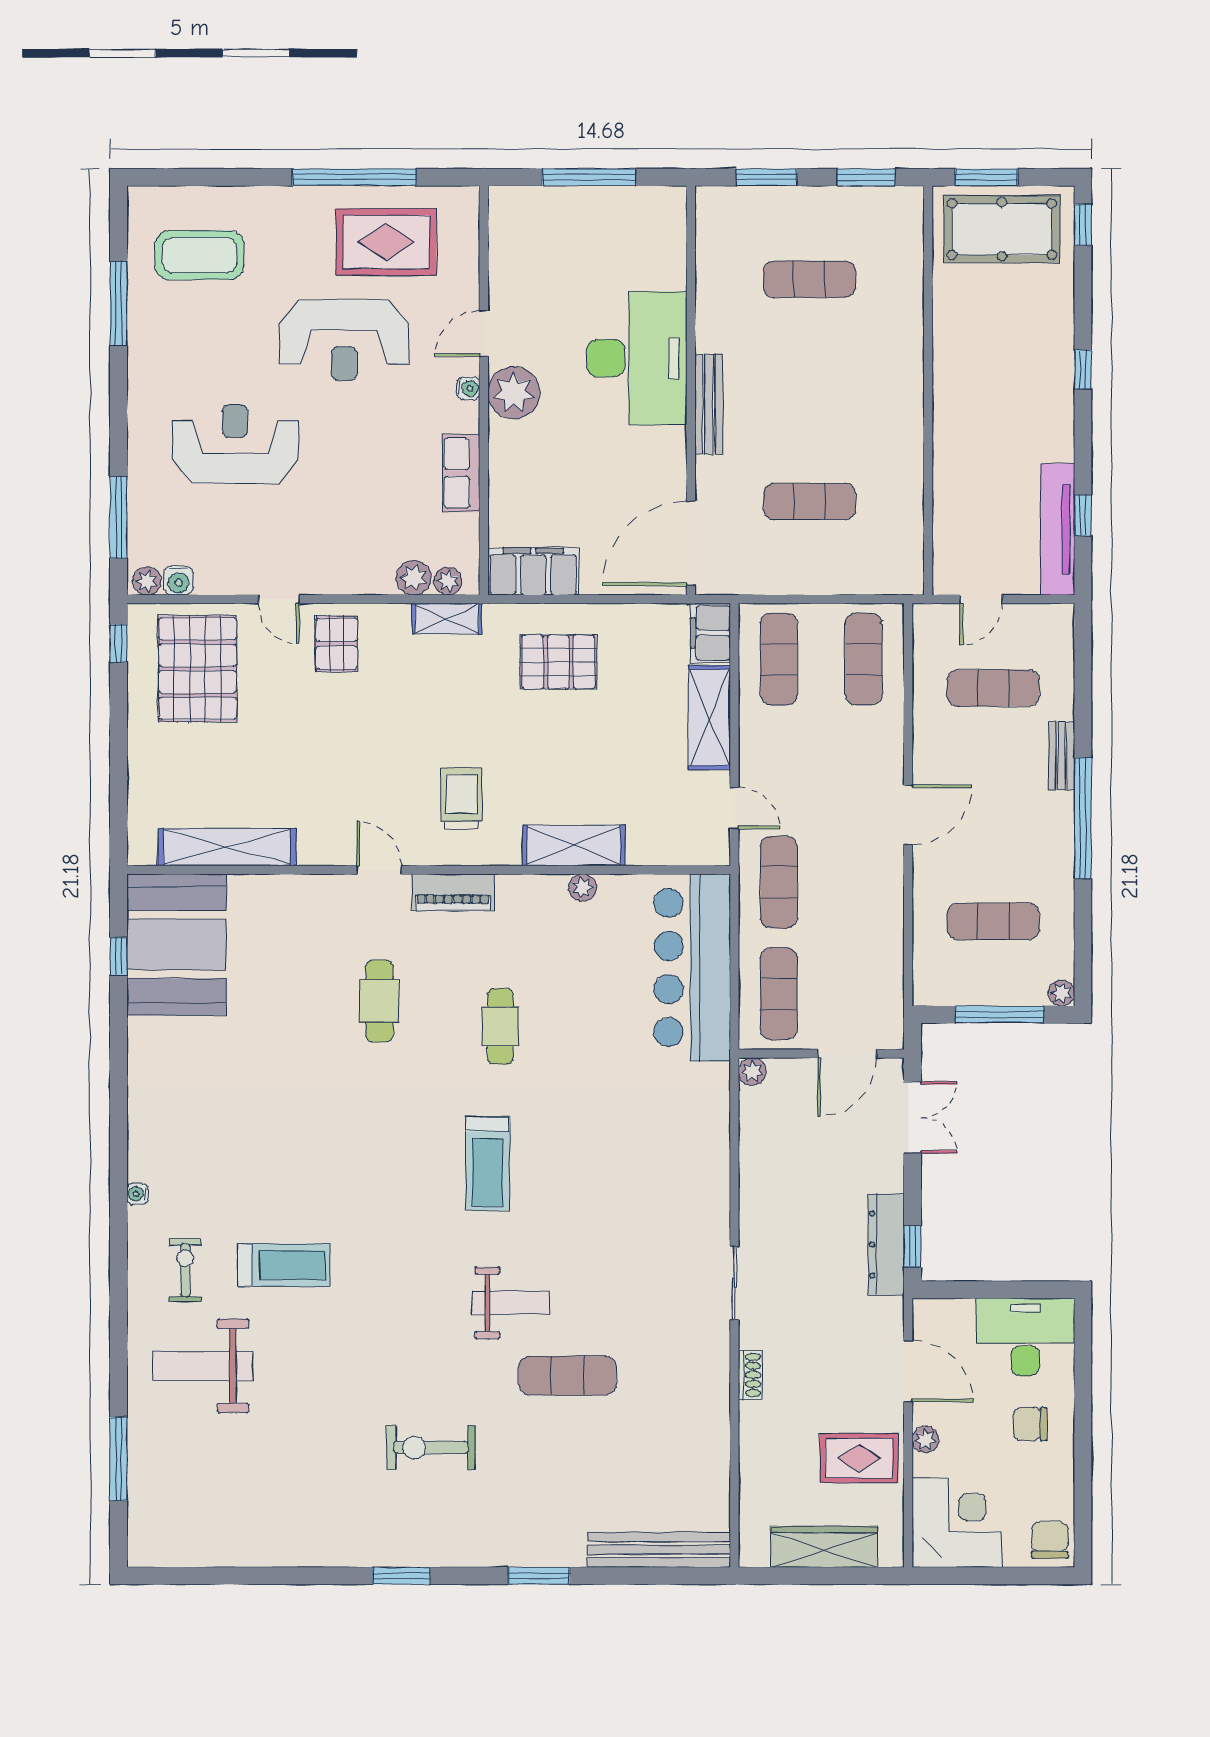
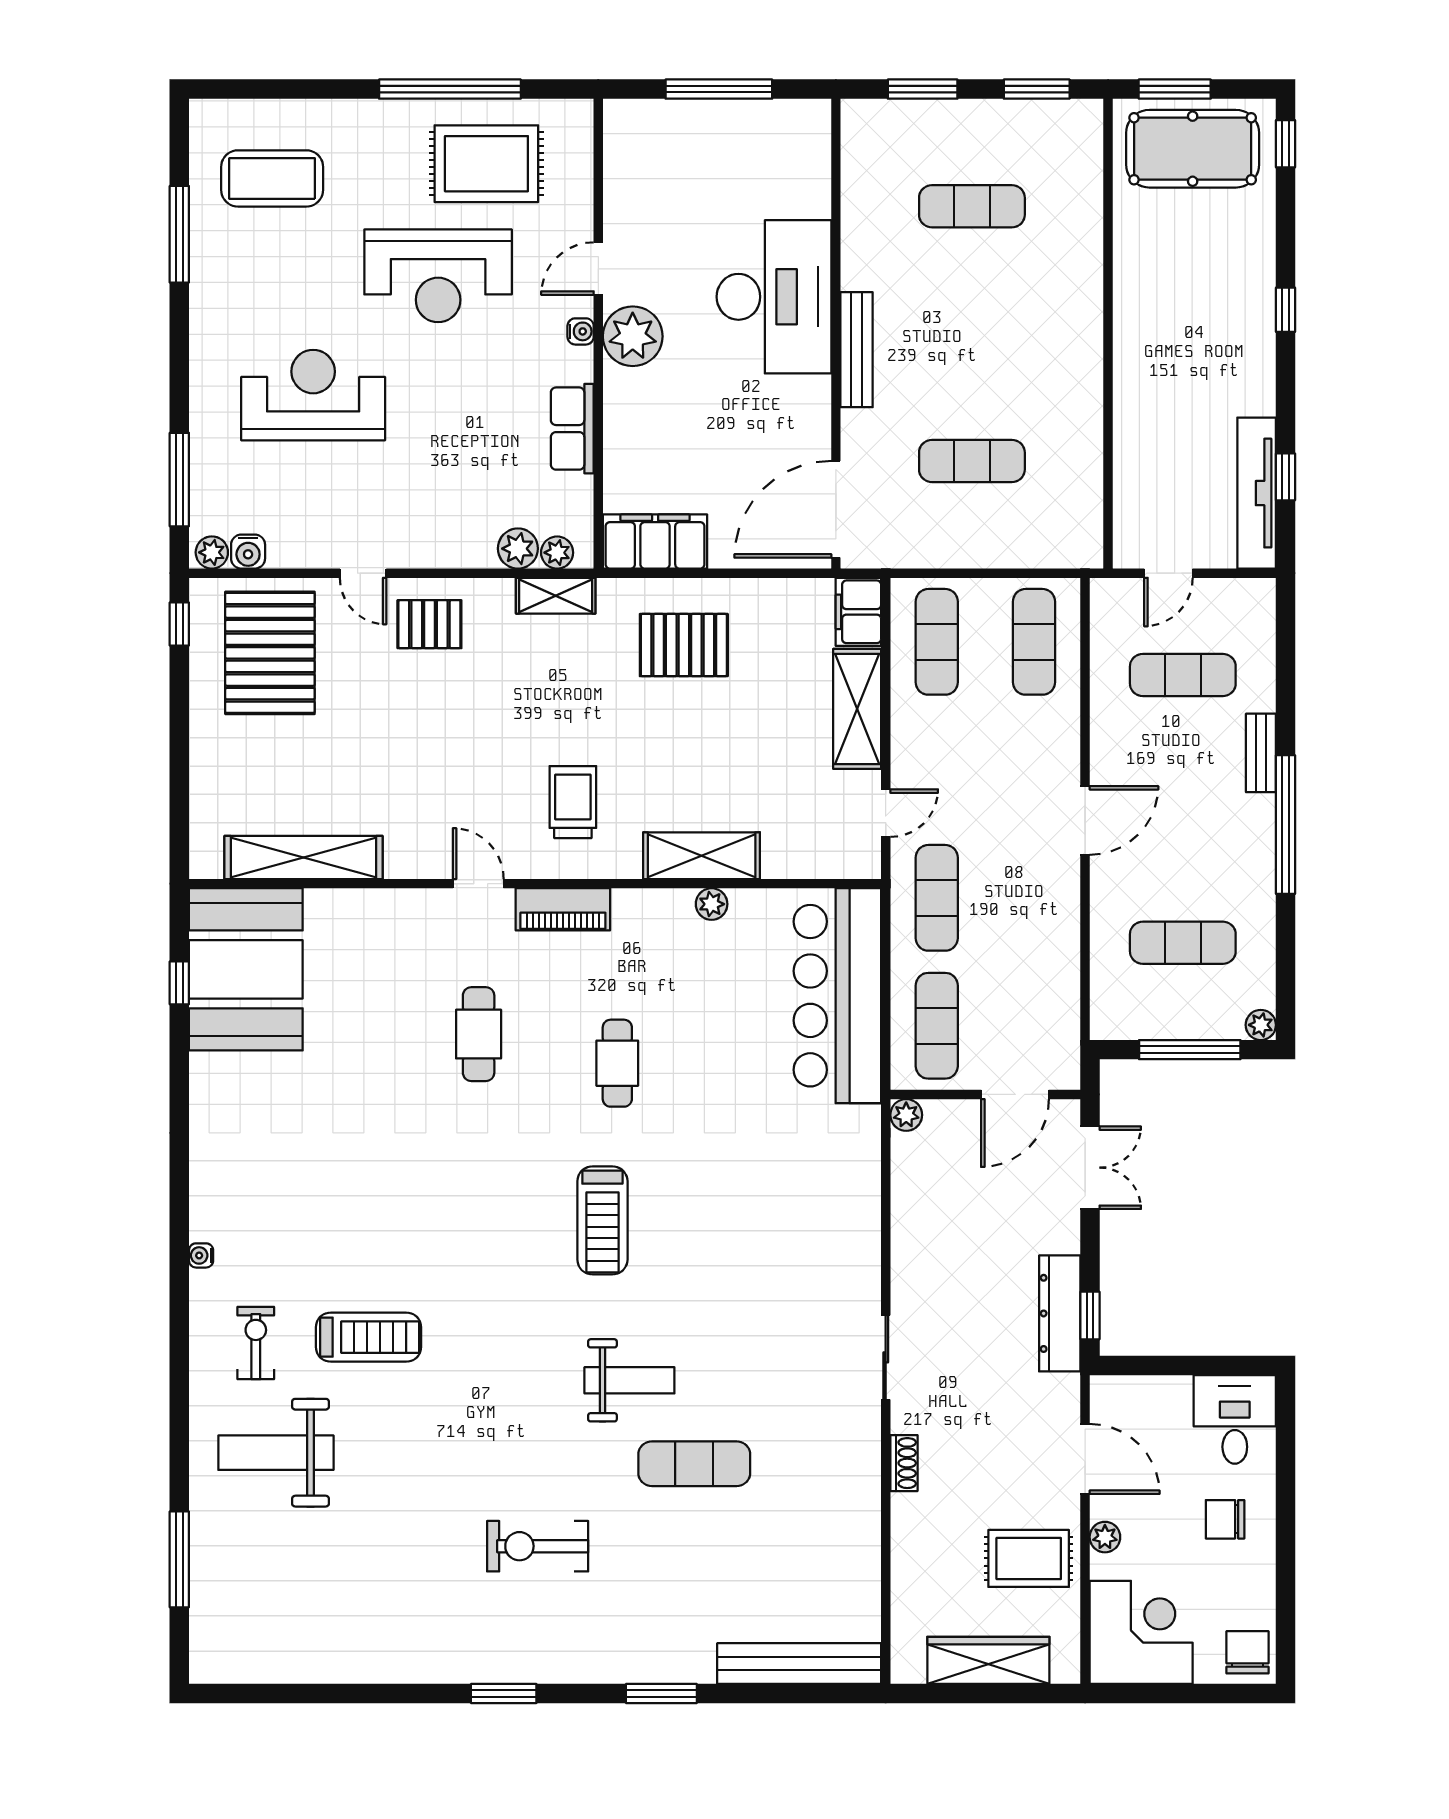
pallet: (337, 644) -> (429, 624), turned 90
door: (734, 808) -> (886, 813), hinge flipped
desk: (1025, 1337) -> (1235, 1419), width x0.73

